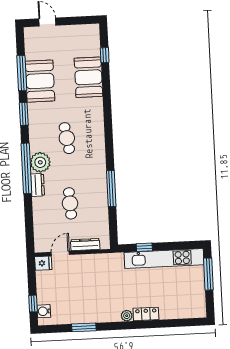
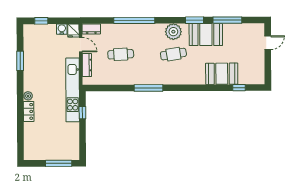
booth: (40, 81) -> (206, 35), moved
plant: (40, 162) -> (173, 32), moved
window: (26, 168) -> (134, 20), moved
dresser: (38, 185) -> (91, 29), moved
window: (111, 189) -> (148, 88), moved
kitchen unit: (164, 259) -> (73, 90), moved
water cooler: (44, 311) -> (62, 29), moved

